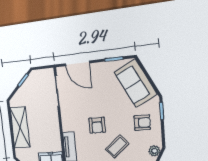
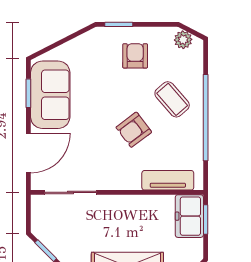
sofa: (136, 83) -> (50, 95), moved, turned -63
armchair: (97, 125) -> (134, 130), turned 143

